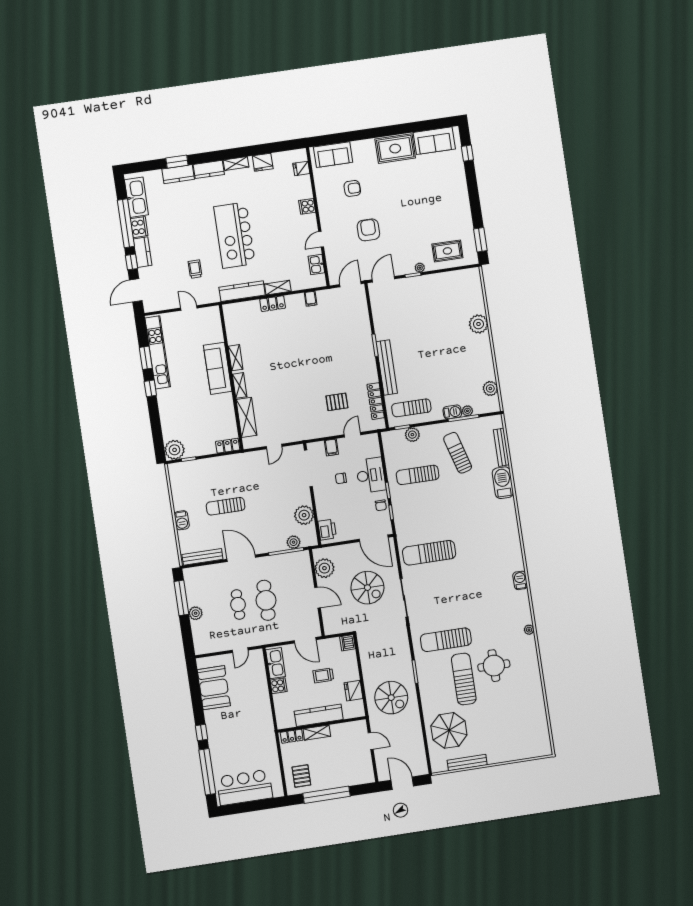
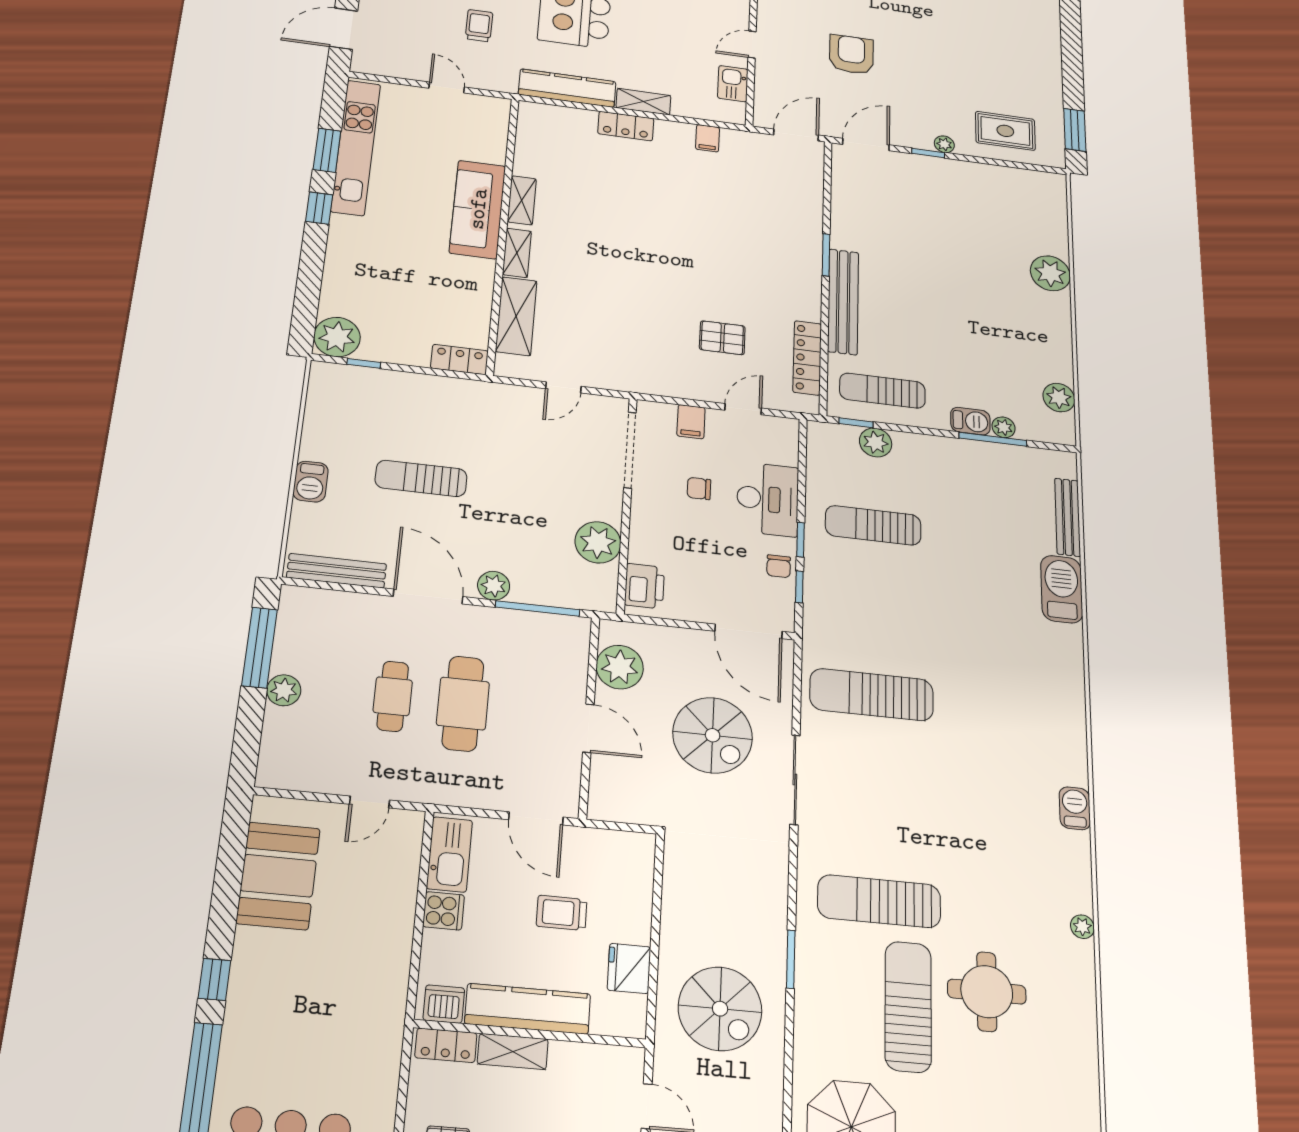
sun lounger: (458, 453) -> (970, 503), removed
plant: (293, 542) -> (494, 586), moved
dishwasher: (348, 643) -> (444, 1004), moved, turned 90

